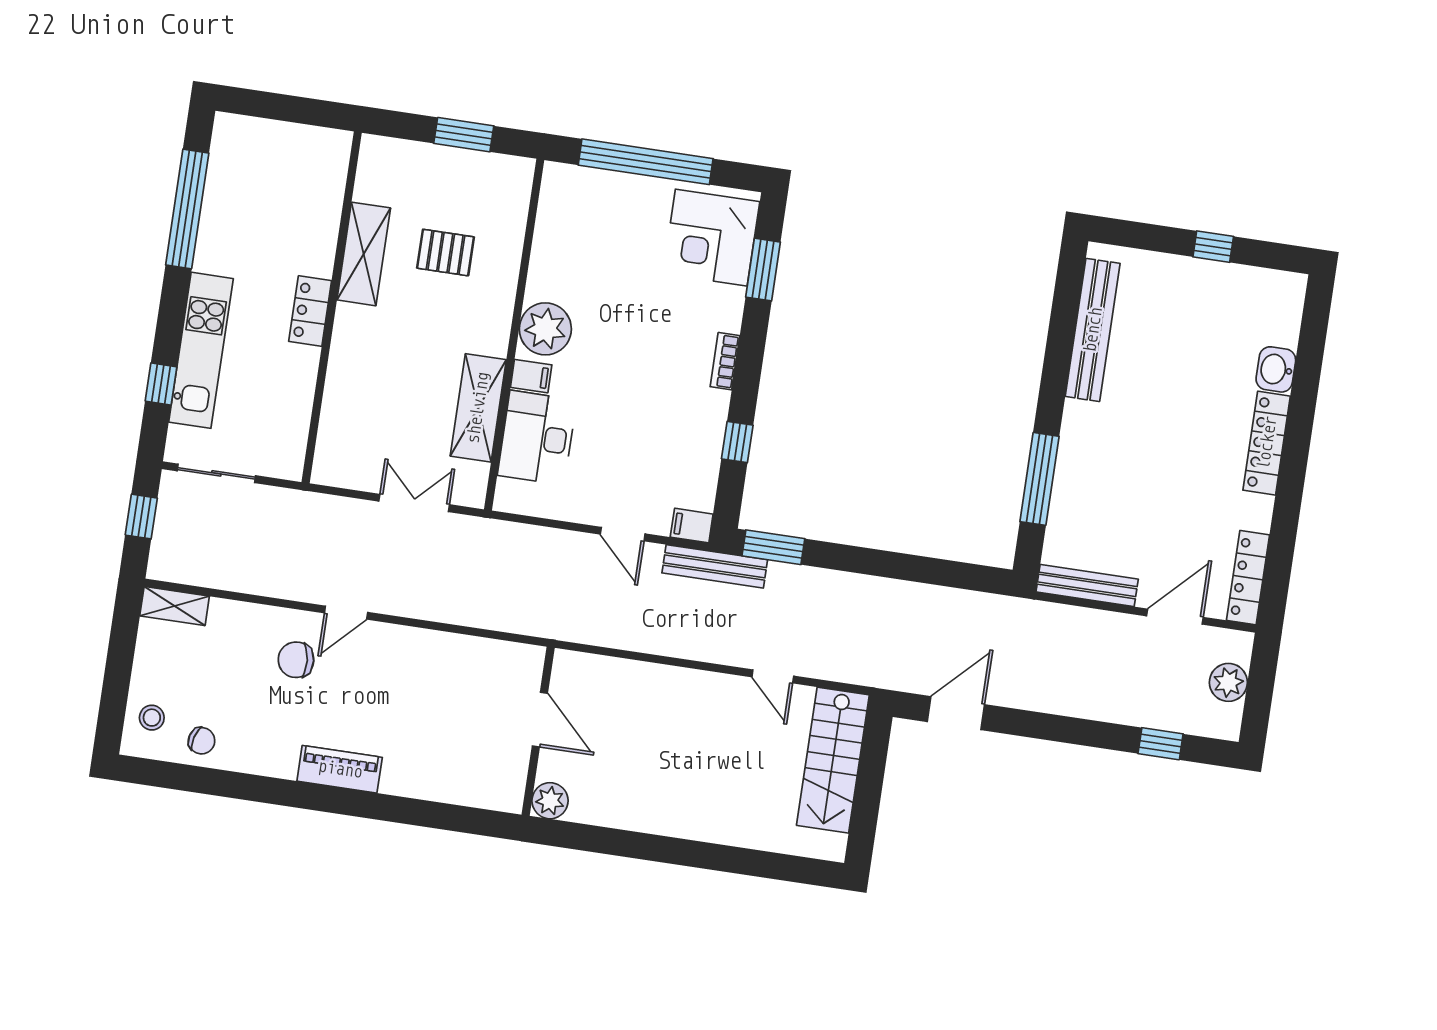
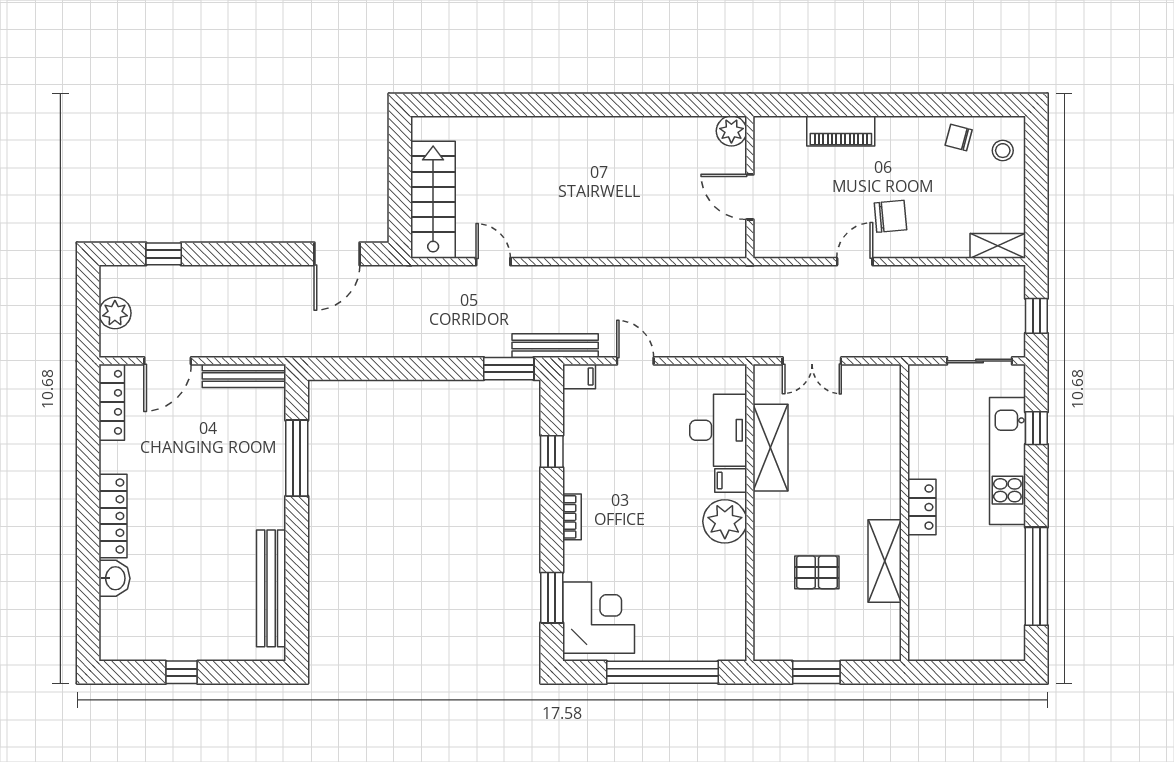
door: (540, 720) -> (750, 197), moved
wall: (538, 731) -> (750, 187), moved
plant: (550, 801) -> (731, 131), moved

